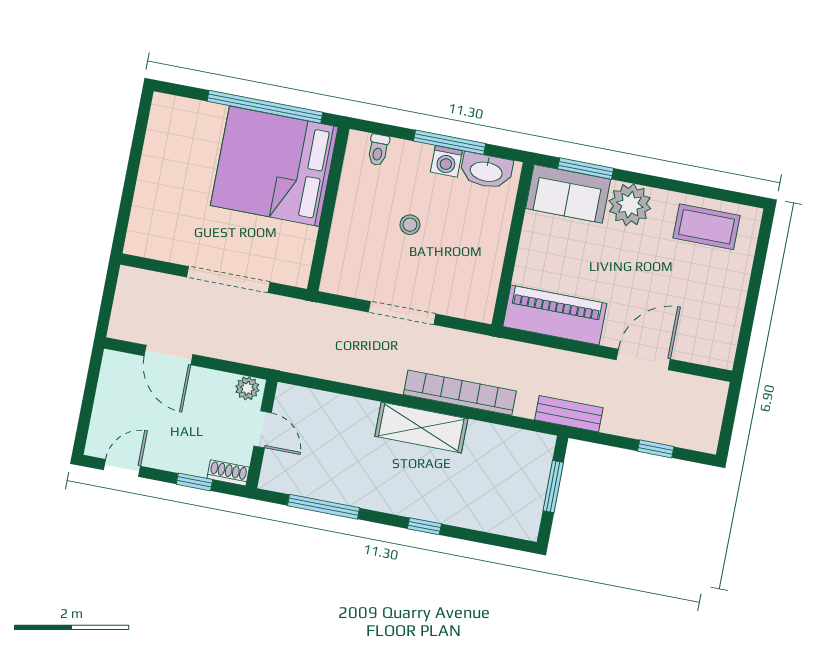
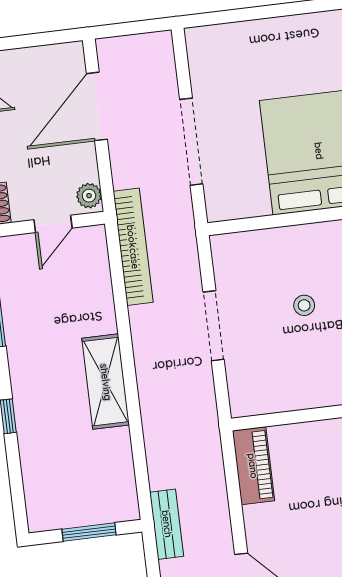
piano: (555, 315) -> (253, 466), width x0.73, depth x0.75
door: (168, 355) -> (97, 106), width x1.36
bookcase: (460, 393) -> (133, 247), moved

